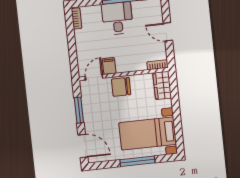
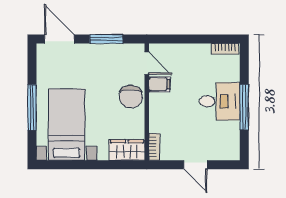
door: (168, 32) -> (195, 165), swing flipped
chair: (121, 87) -> (131, 97), turned 180
door: (83, 146) -> (59, 39), swing flipped

